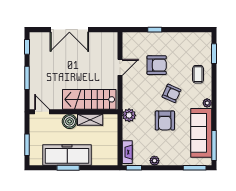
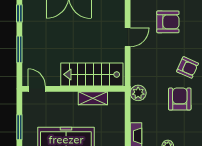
armchair: (157, 65) -> (168, 22), moved
armchair: (165, 120) -> (180, 99), turned 180
boiler: (70, 121) -> (69, 100), removed

